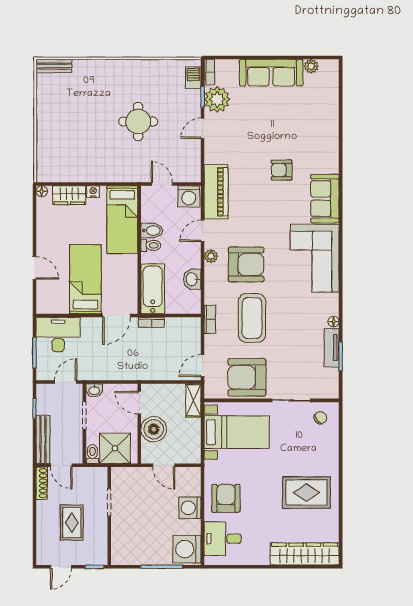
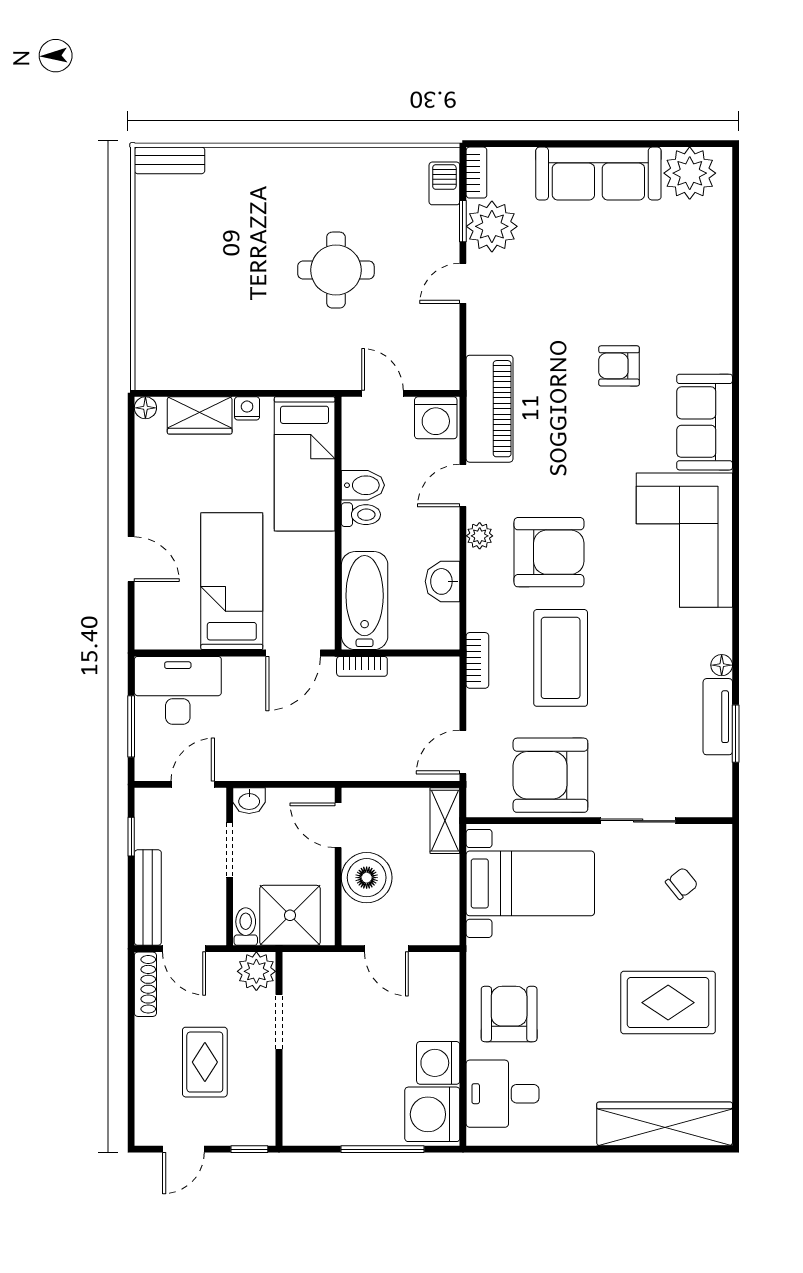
plant: (311, 66) -> (690, 173), width x1.87, depth x1.87
chair: (320, 418) -> (682, 883), moved
plant: (98, 477) -> (256, 971), added
washing machine: (190, 508) -> (438, 1063), moved

